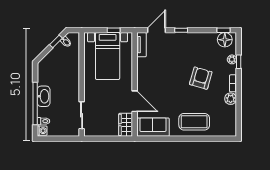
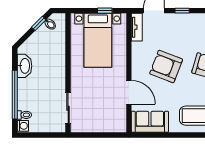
armchair: (167, 79) -> (166, 67), added
washbasin: (44, 96) -> (24, 66), moved
wardrobe: (126, 125) -> (119, 119), removed

